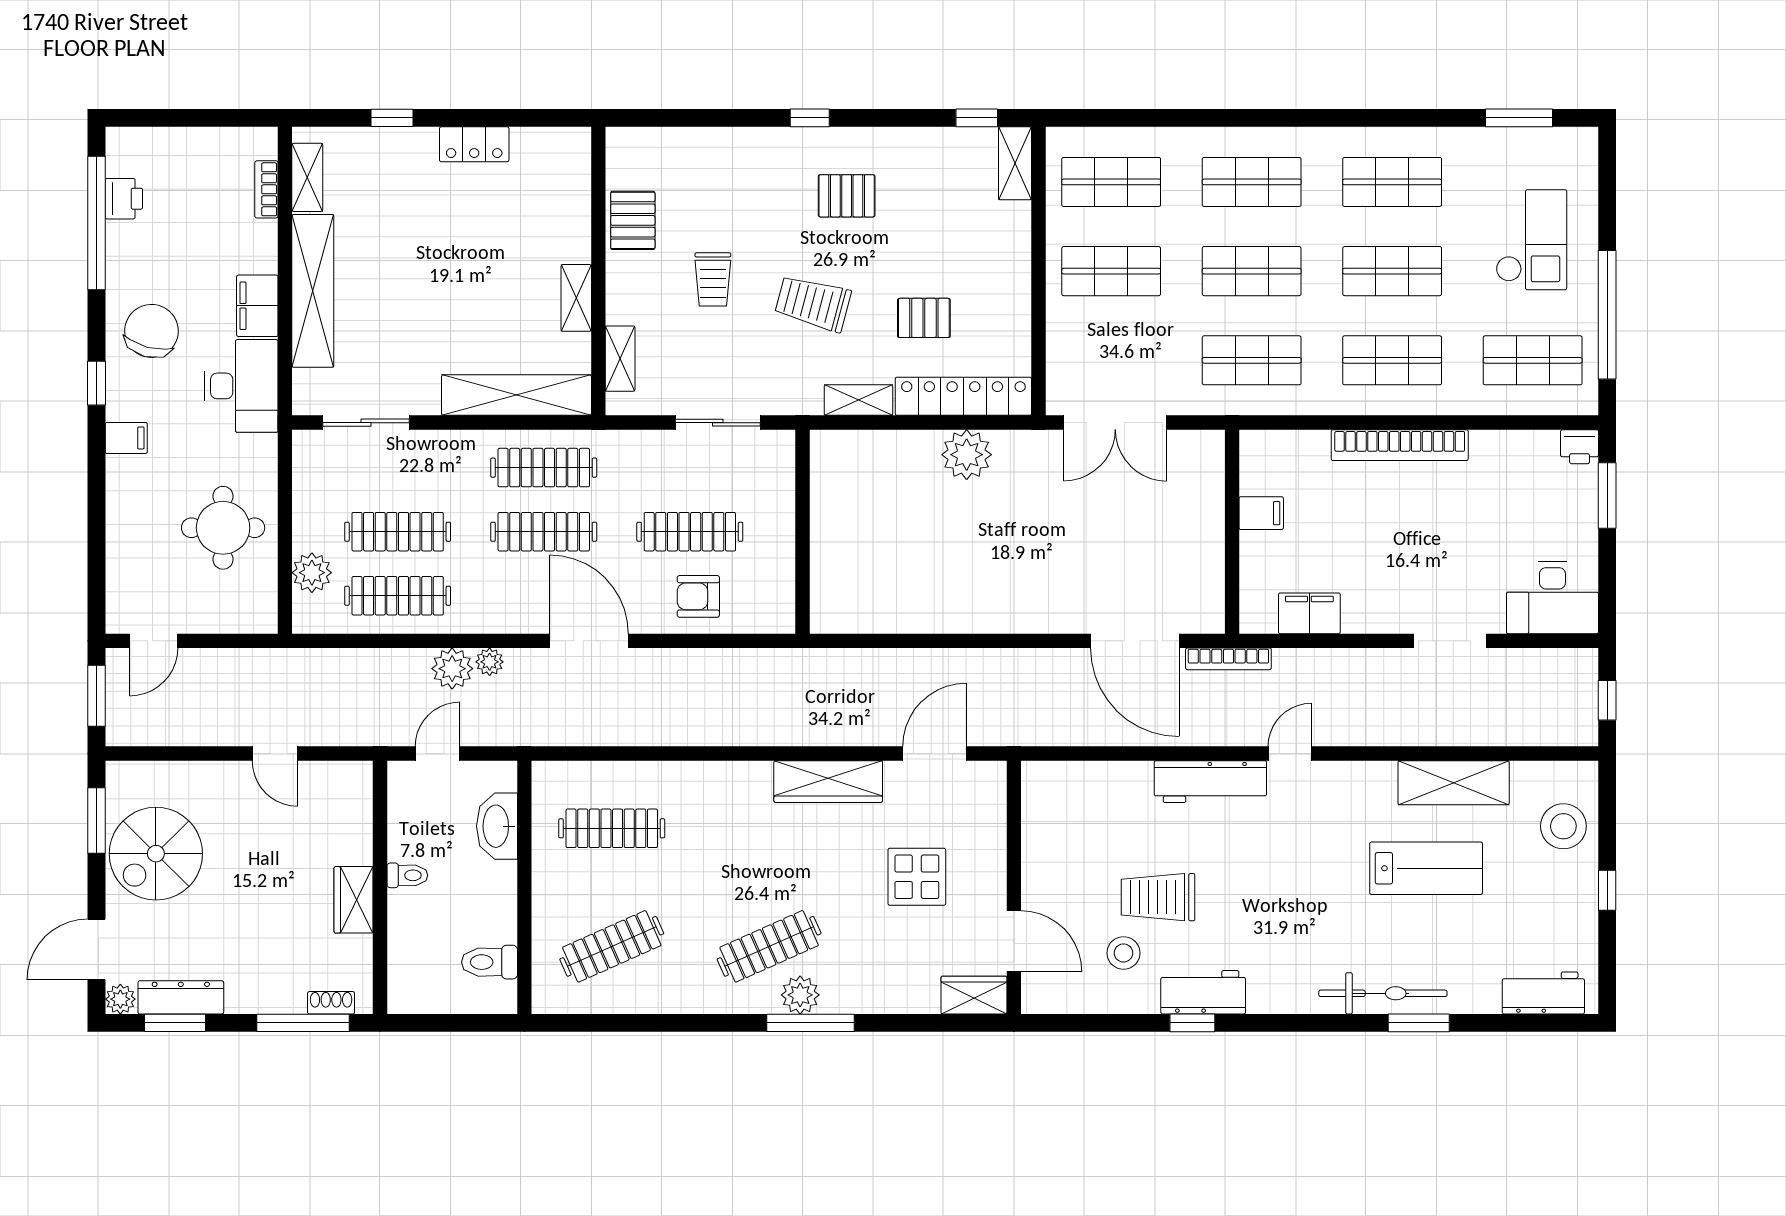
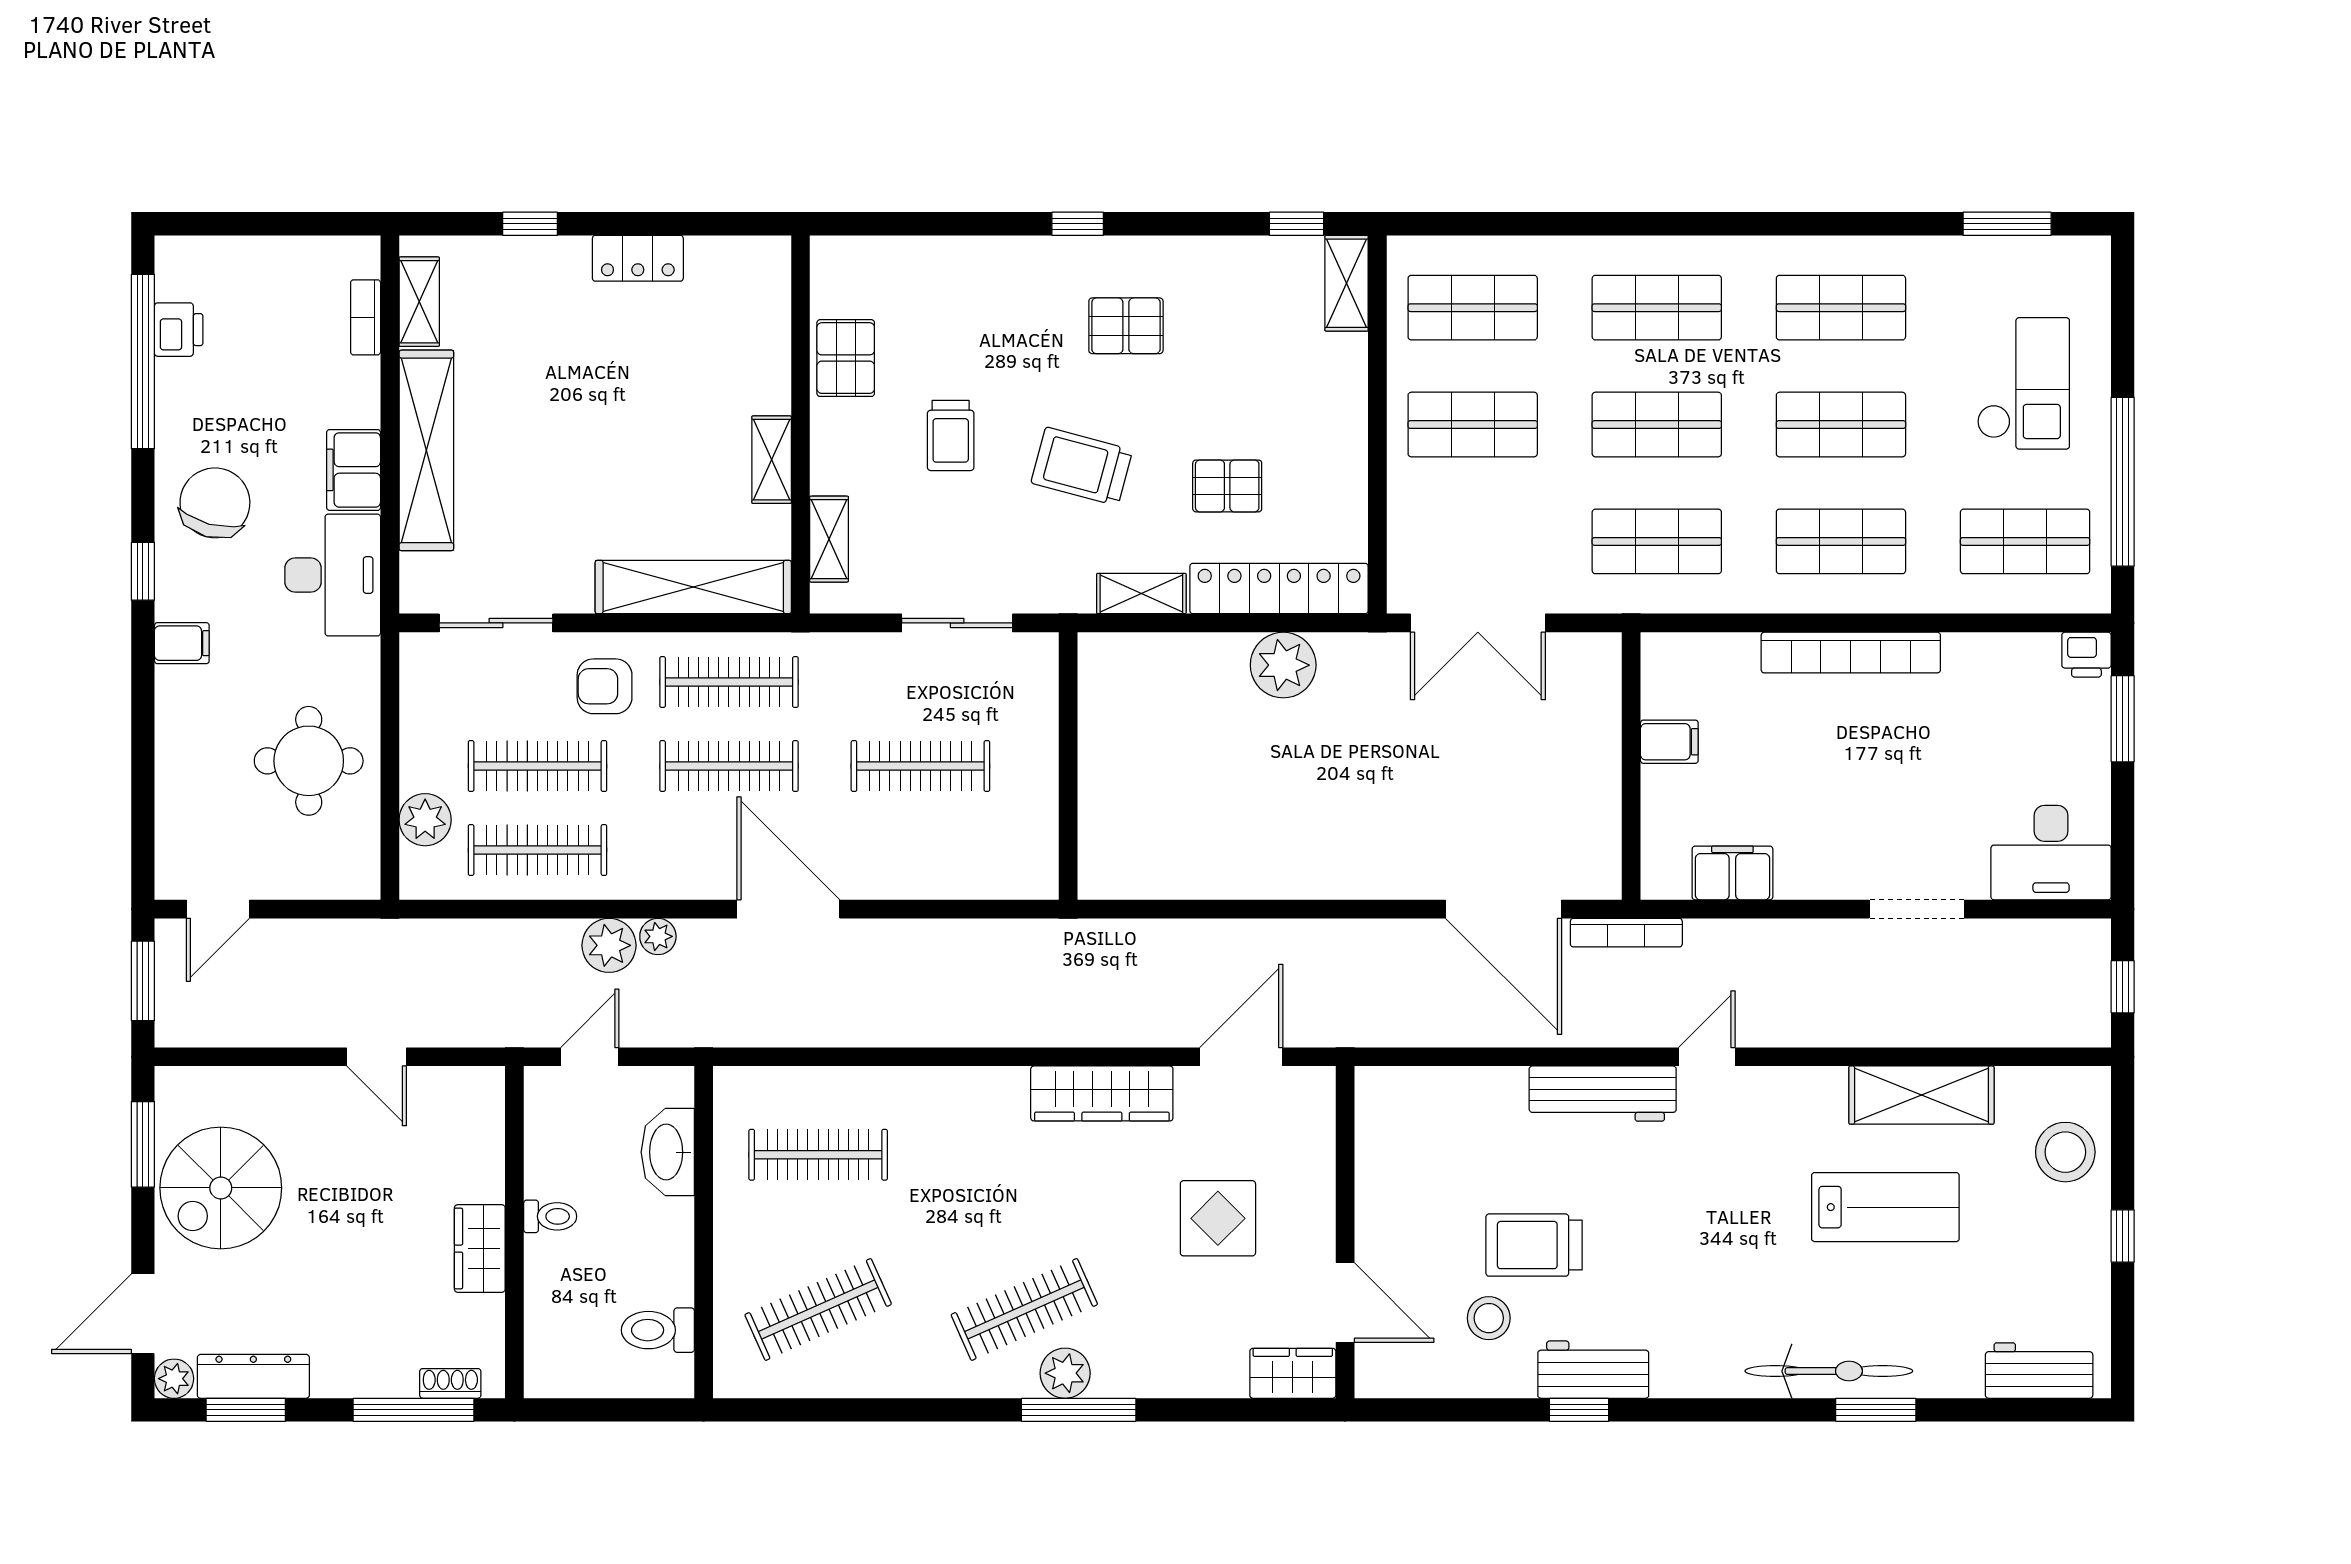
armchair: (698, 596) -> (605, 686), moved

